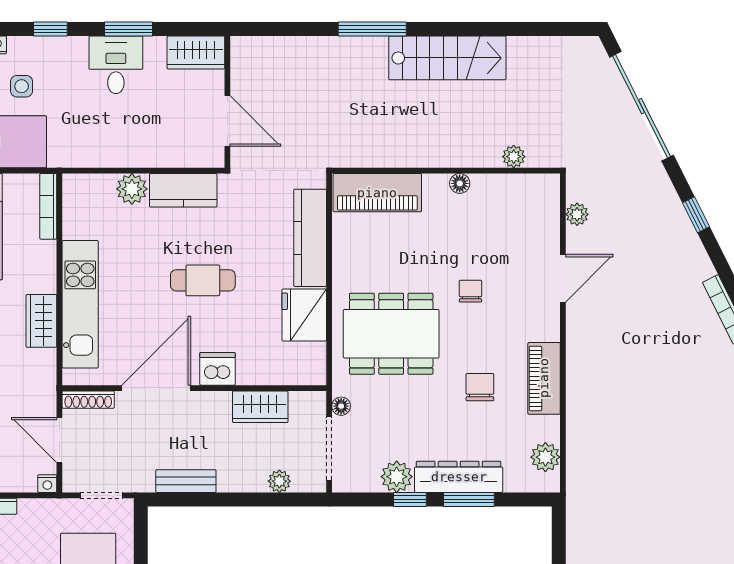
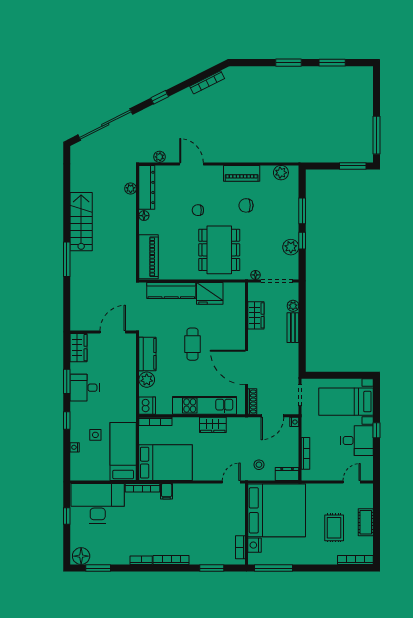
dishwasher: (218, 369) -> (147, 406), moved, turned 180
dresser: (459, 477) -> (147, 187), moved, turned 180
bench: (186, 481) -> (293, 328), moved

